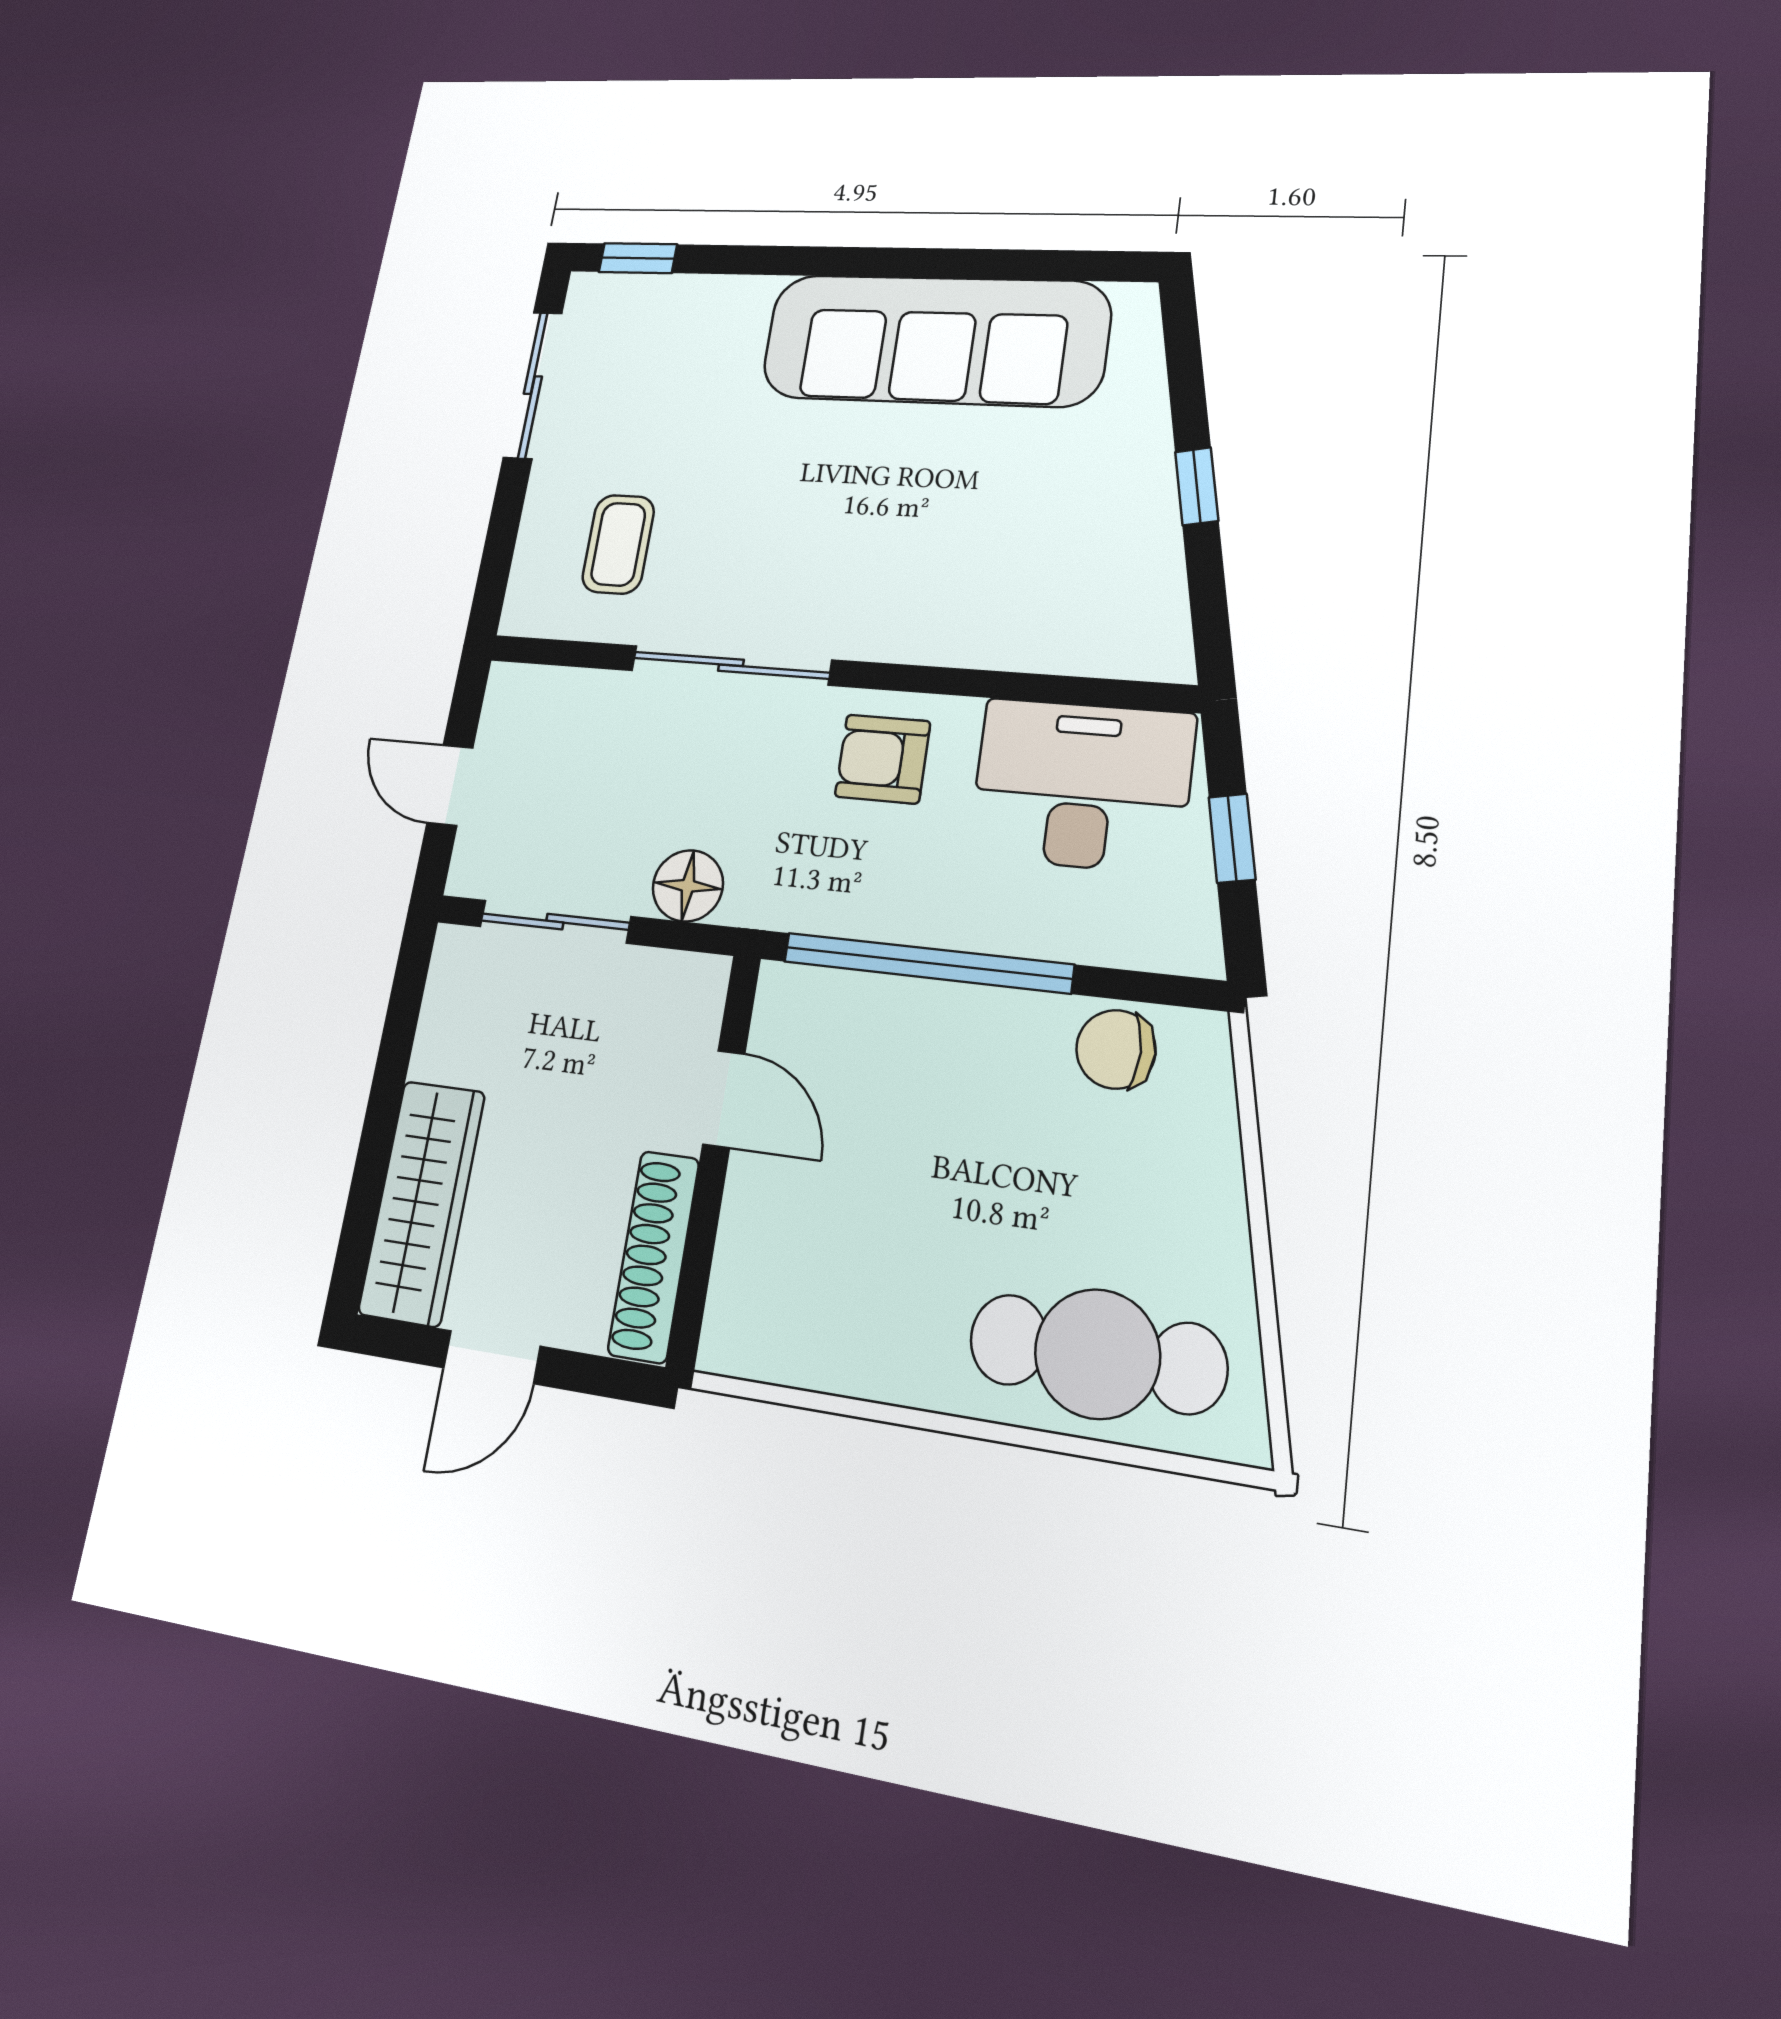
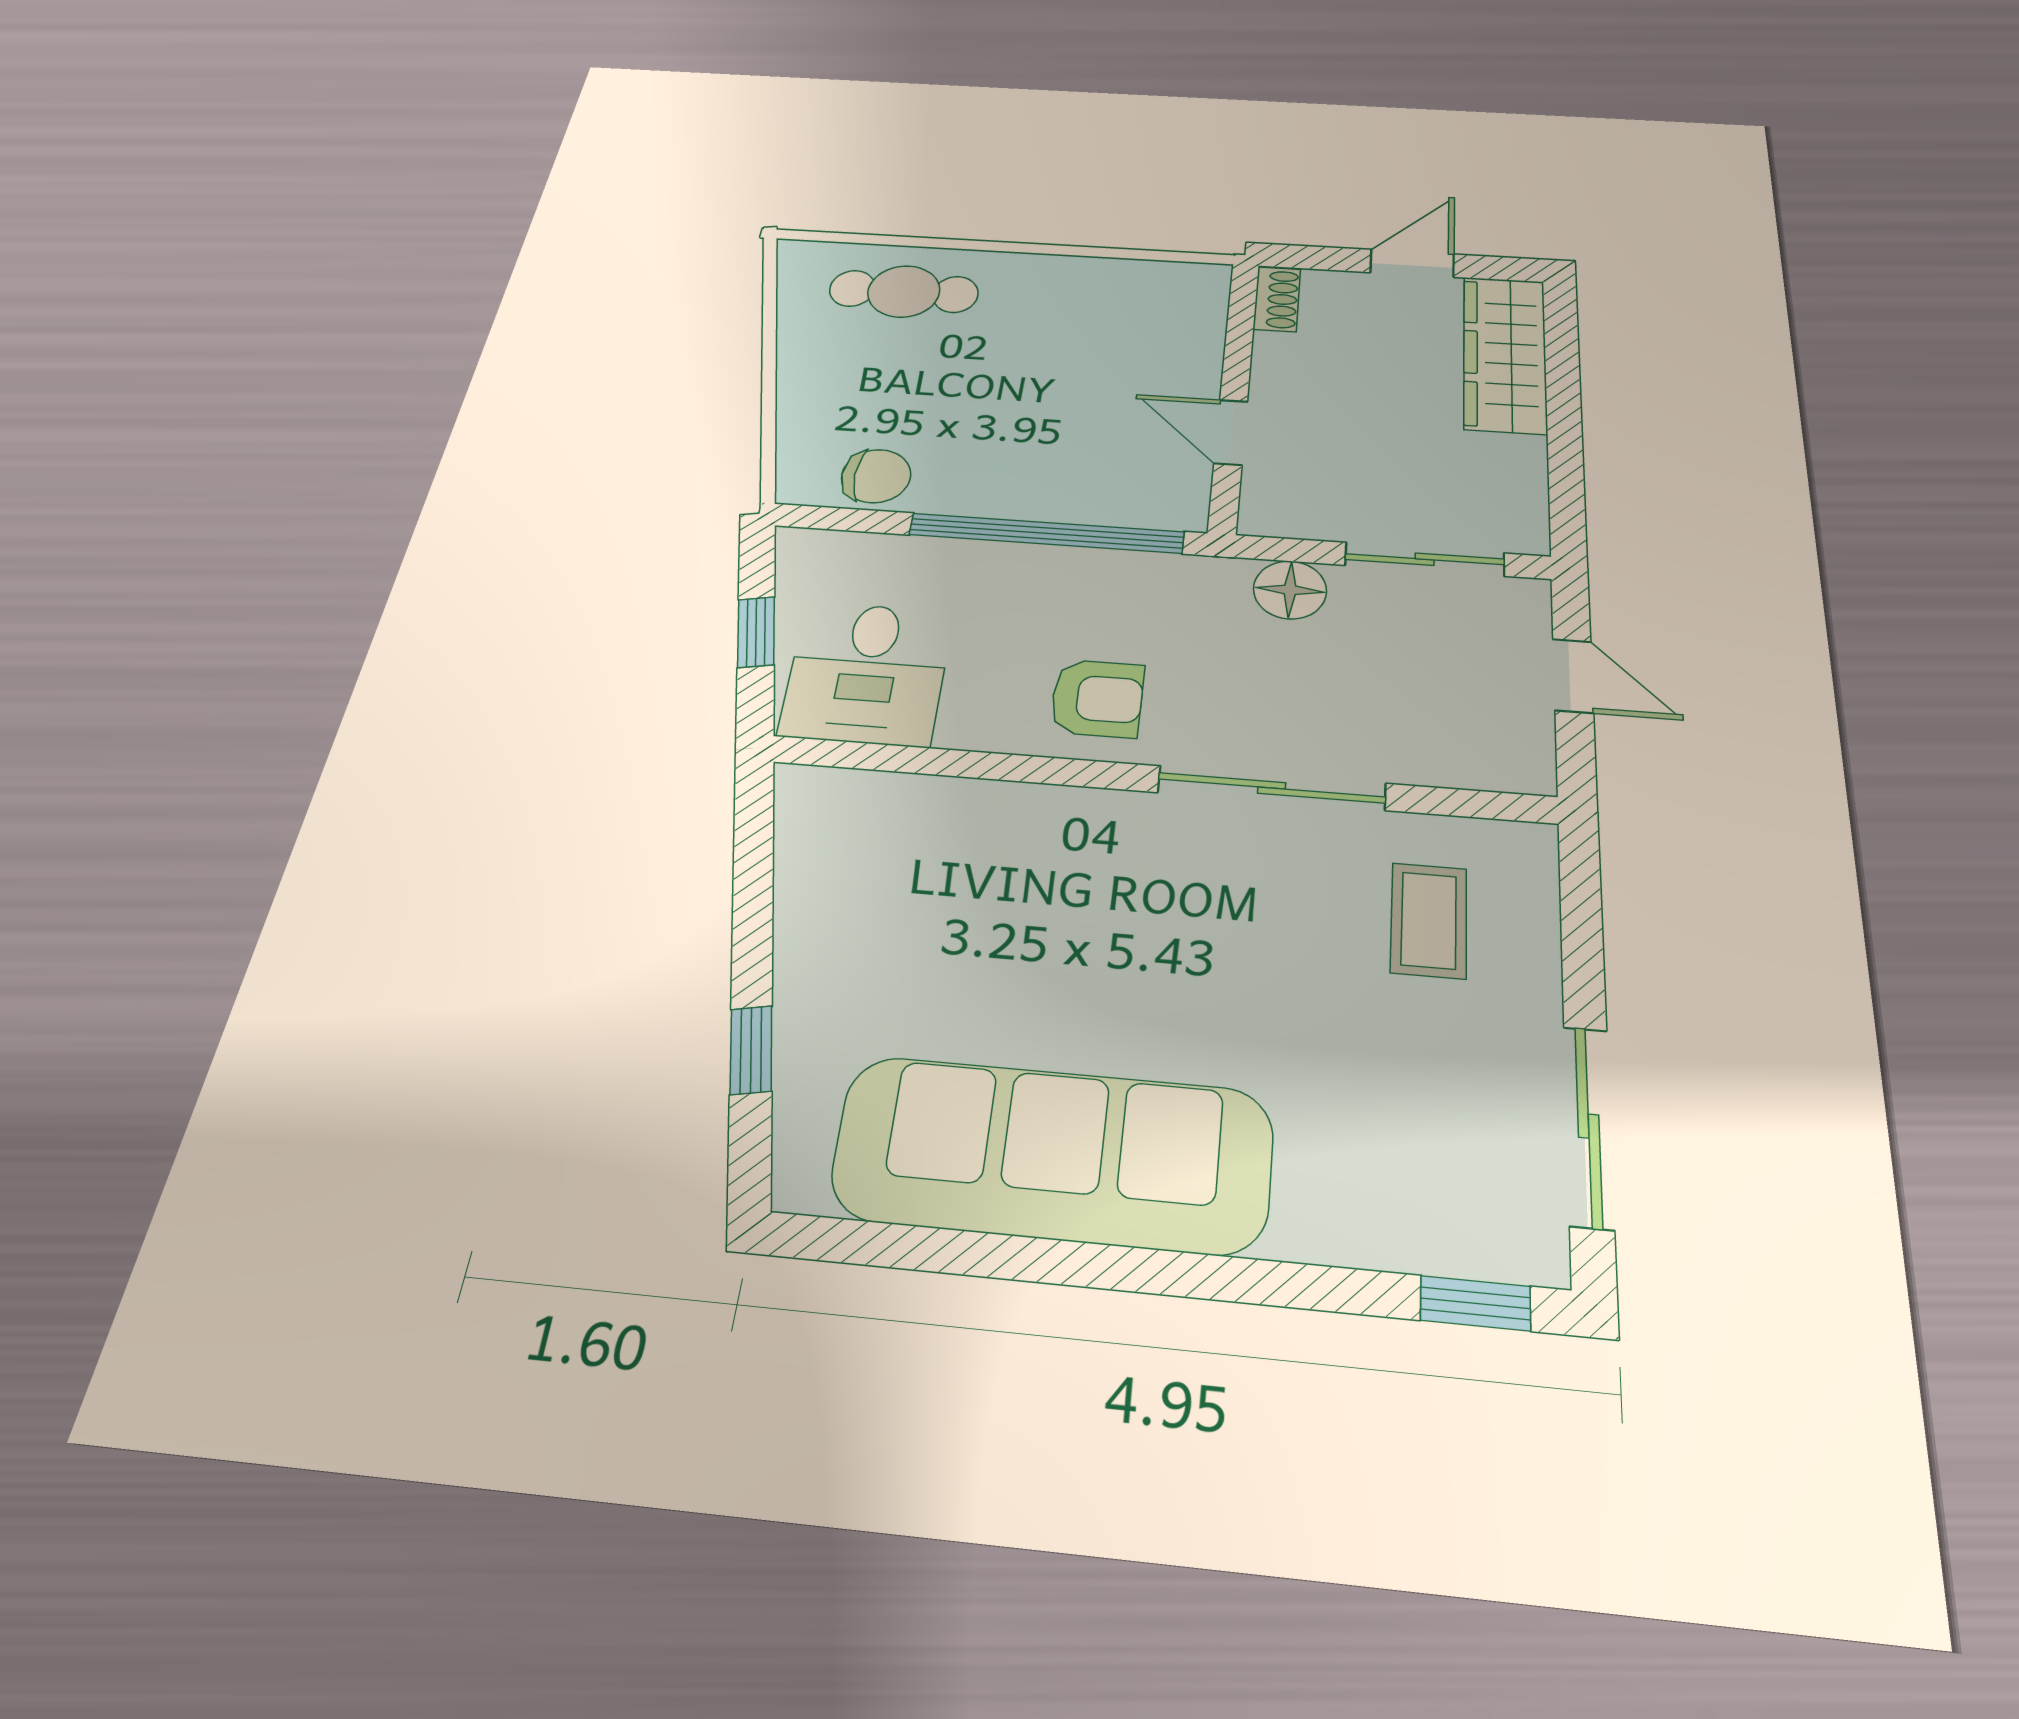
window: (1197, 486) -> (751, 1050), moved
desk: (1082, 785) -> (867, 673), width x0.73
shoe rack: (654, 1256) -> (1277, 299), width x0.51, depth x0.81
cafe table: (1097, 1354) -> (904, 291), width x0.73, depth x0.74

